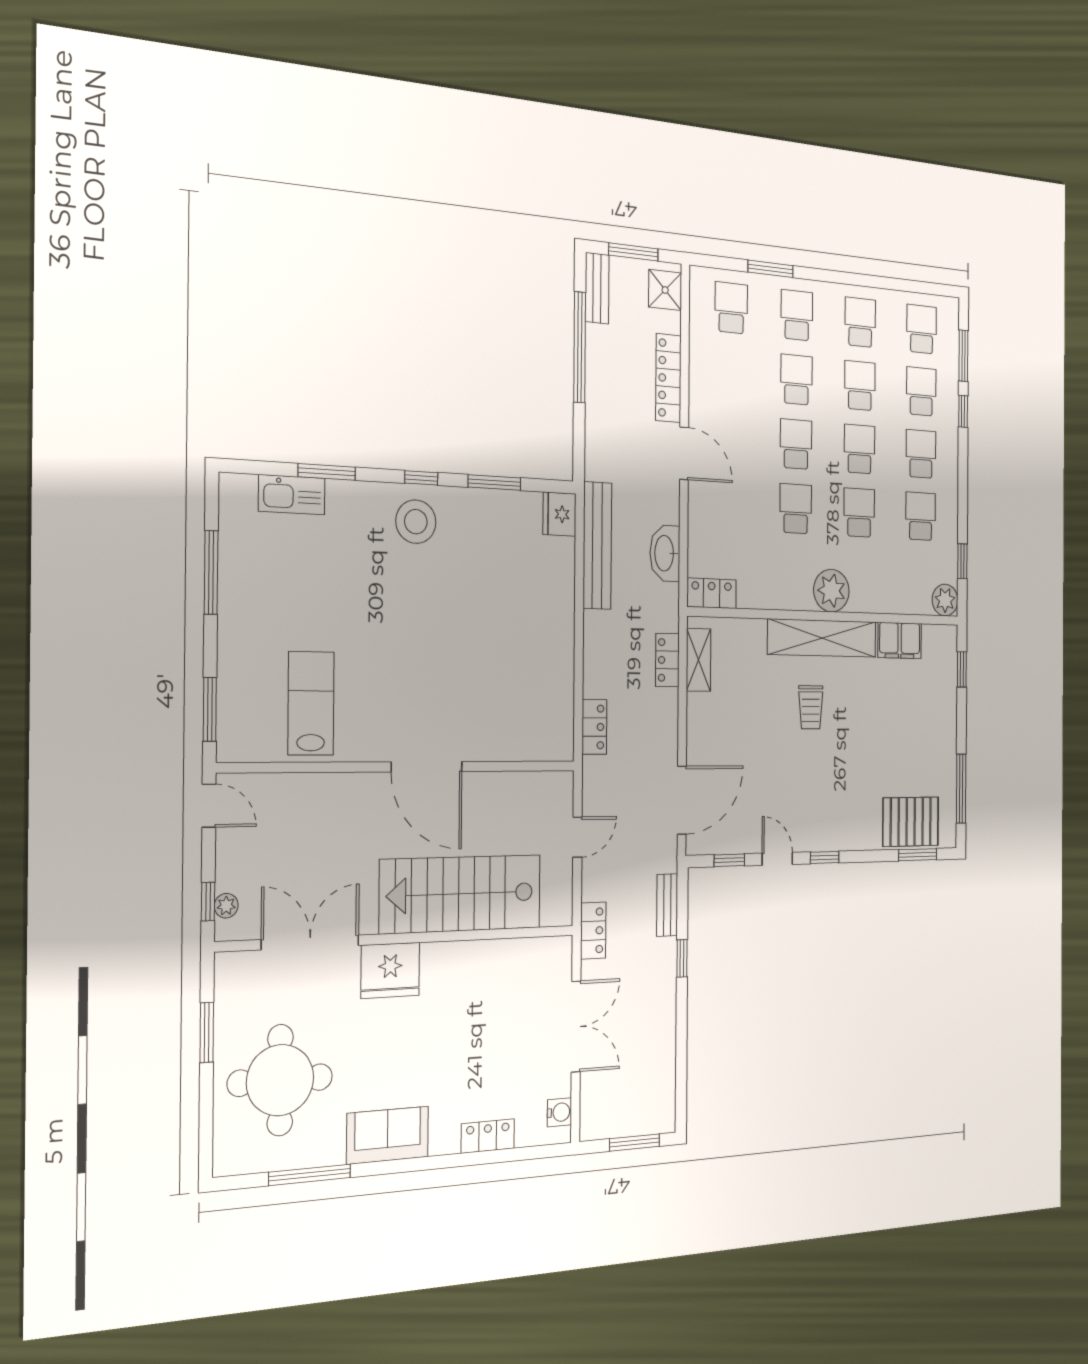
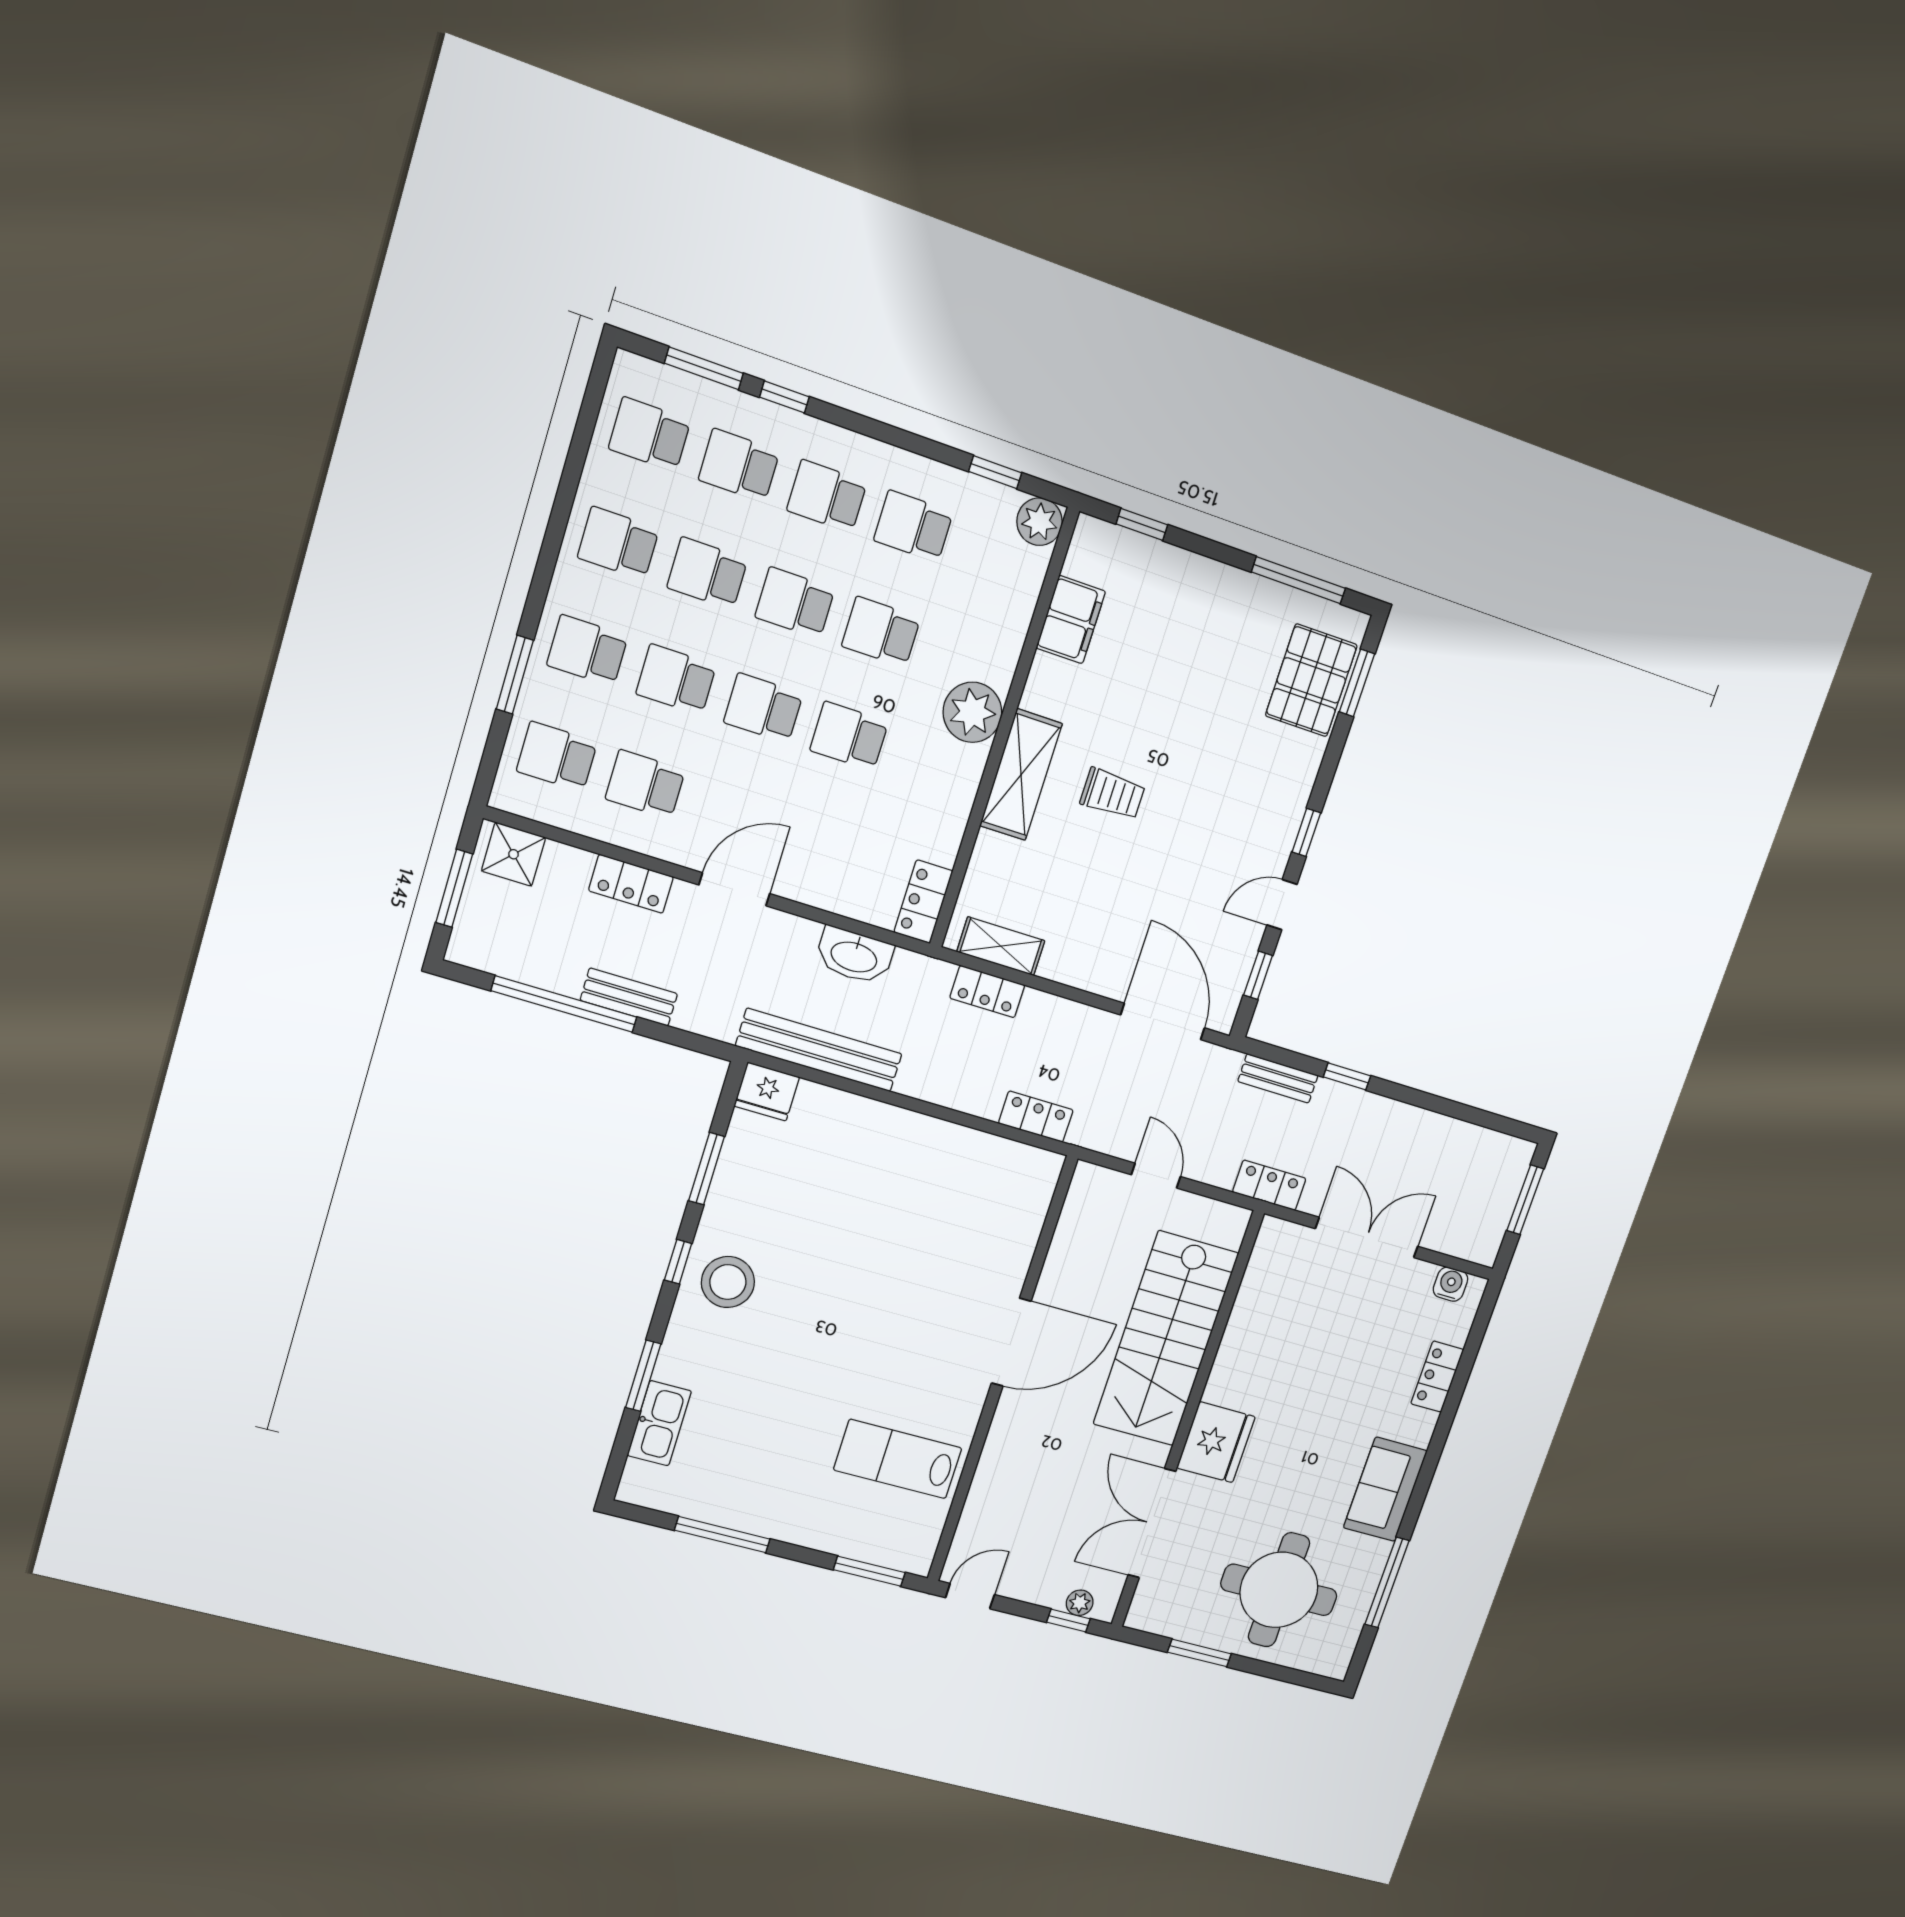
bench: (597, 288) -> (629, 997), moved
school desk: (731, 373) -> (645, 784), added
locker: (668, 378) -> (631, 884), width x0.66
shelving: (822, 638) -> (1021, 775), width x0.68

